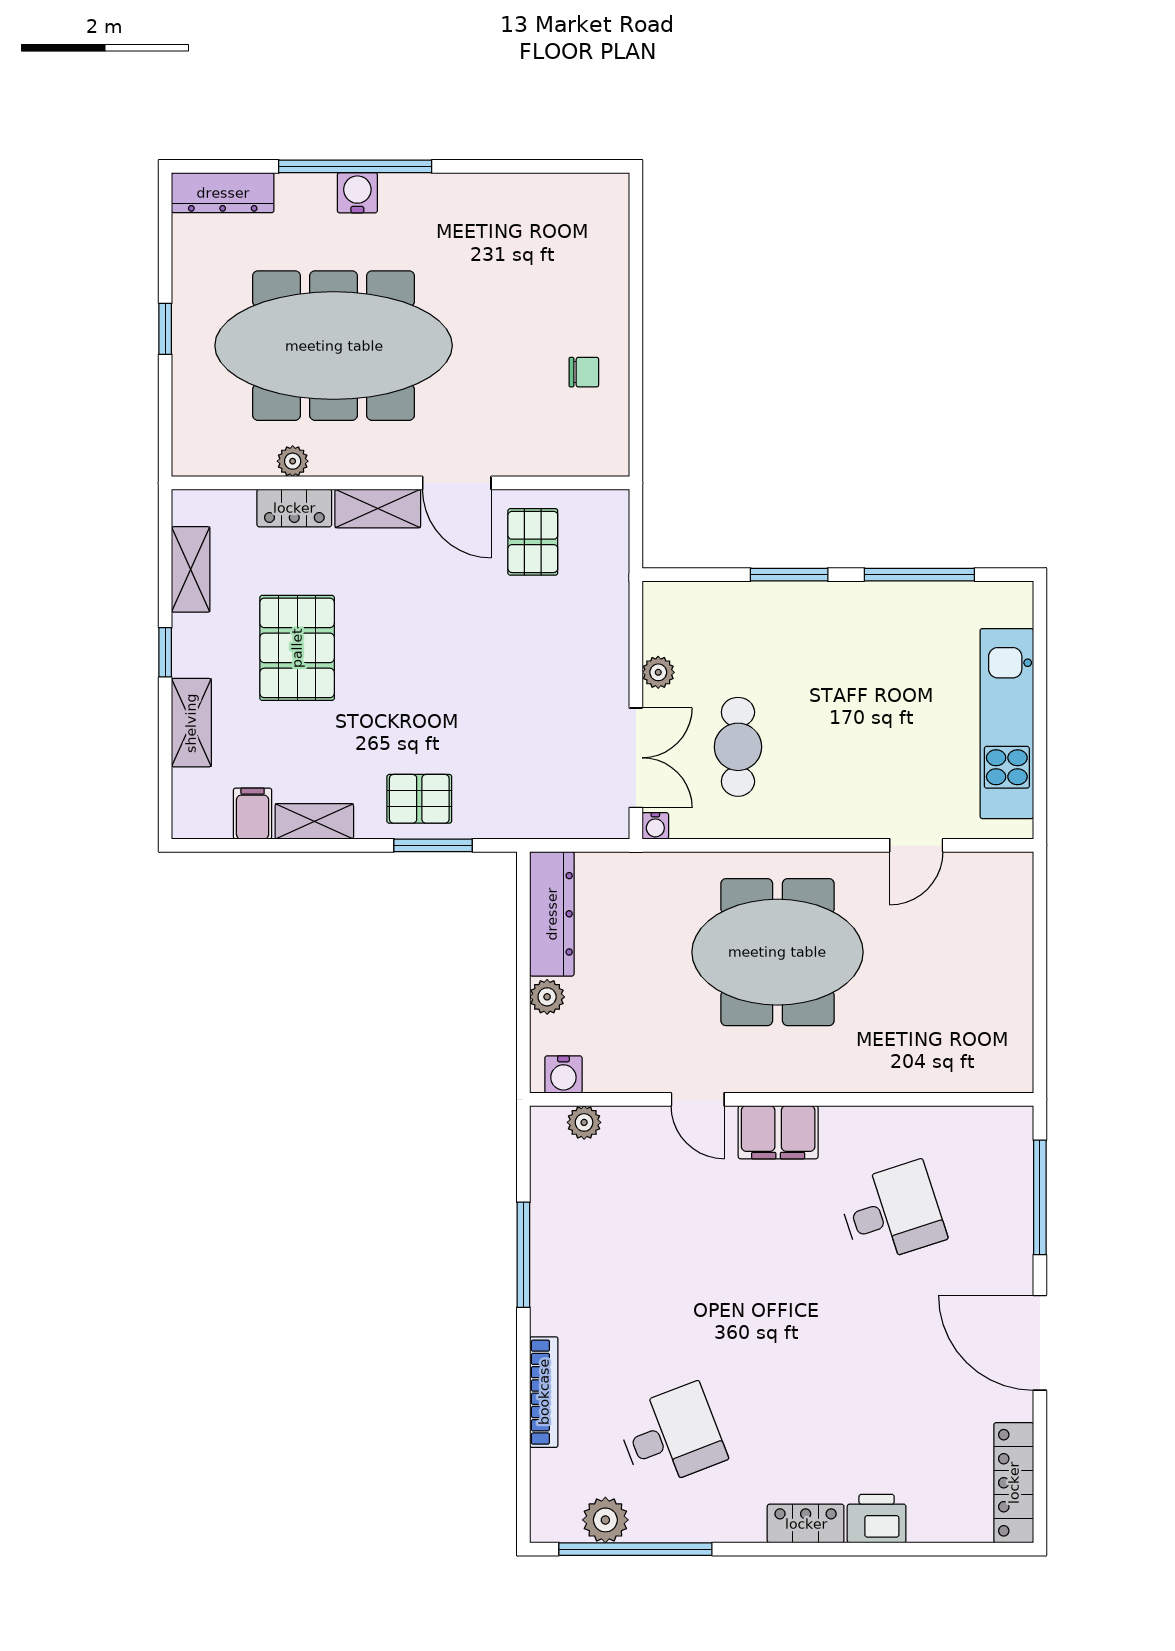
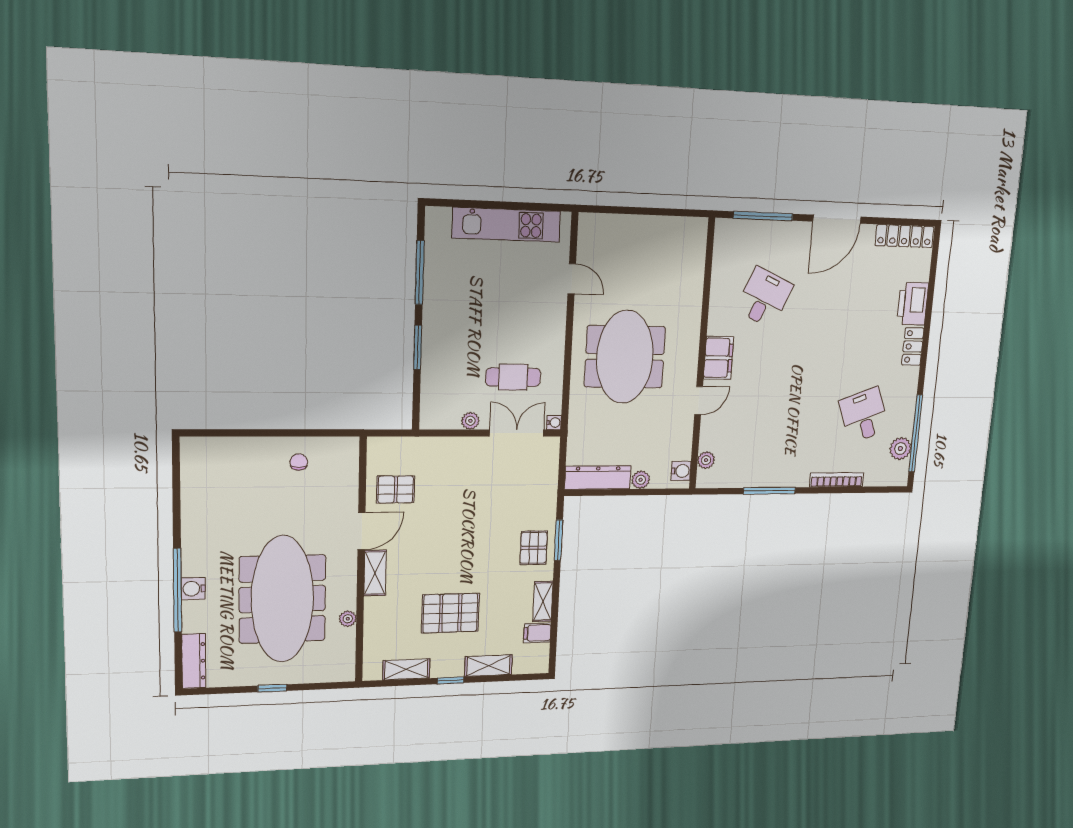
locker: (294, 508) -> (374, 617), removed
desk: (892, 1213) -> (764, 297), turned 42
printer: (877, 1519) -> (913, 304), width x1.37, depth x1.19

